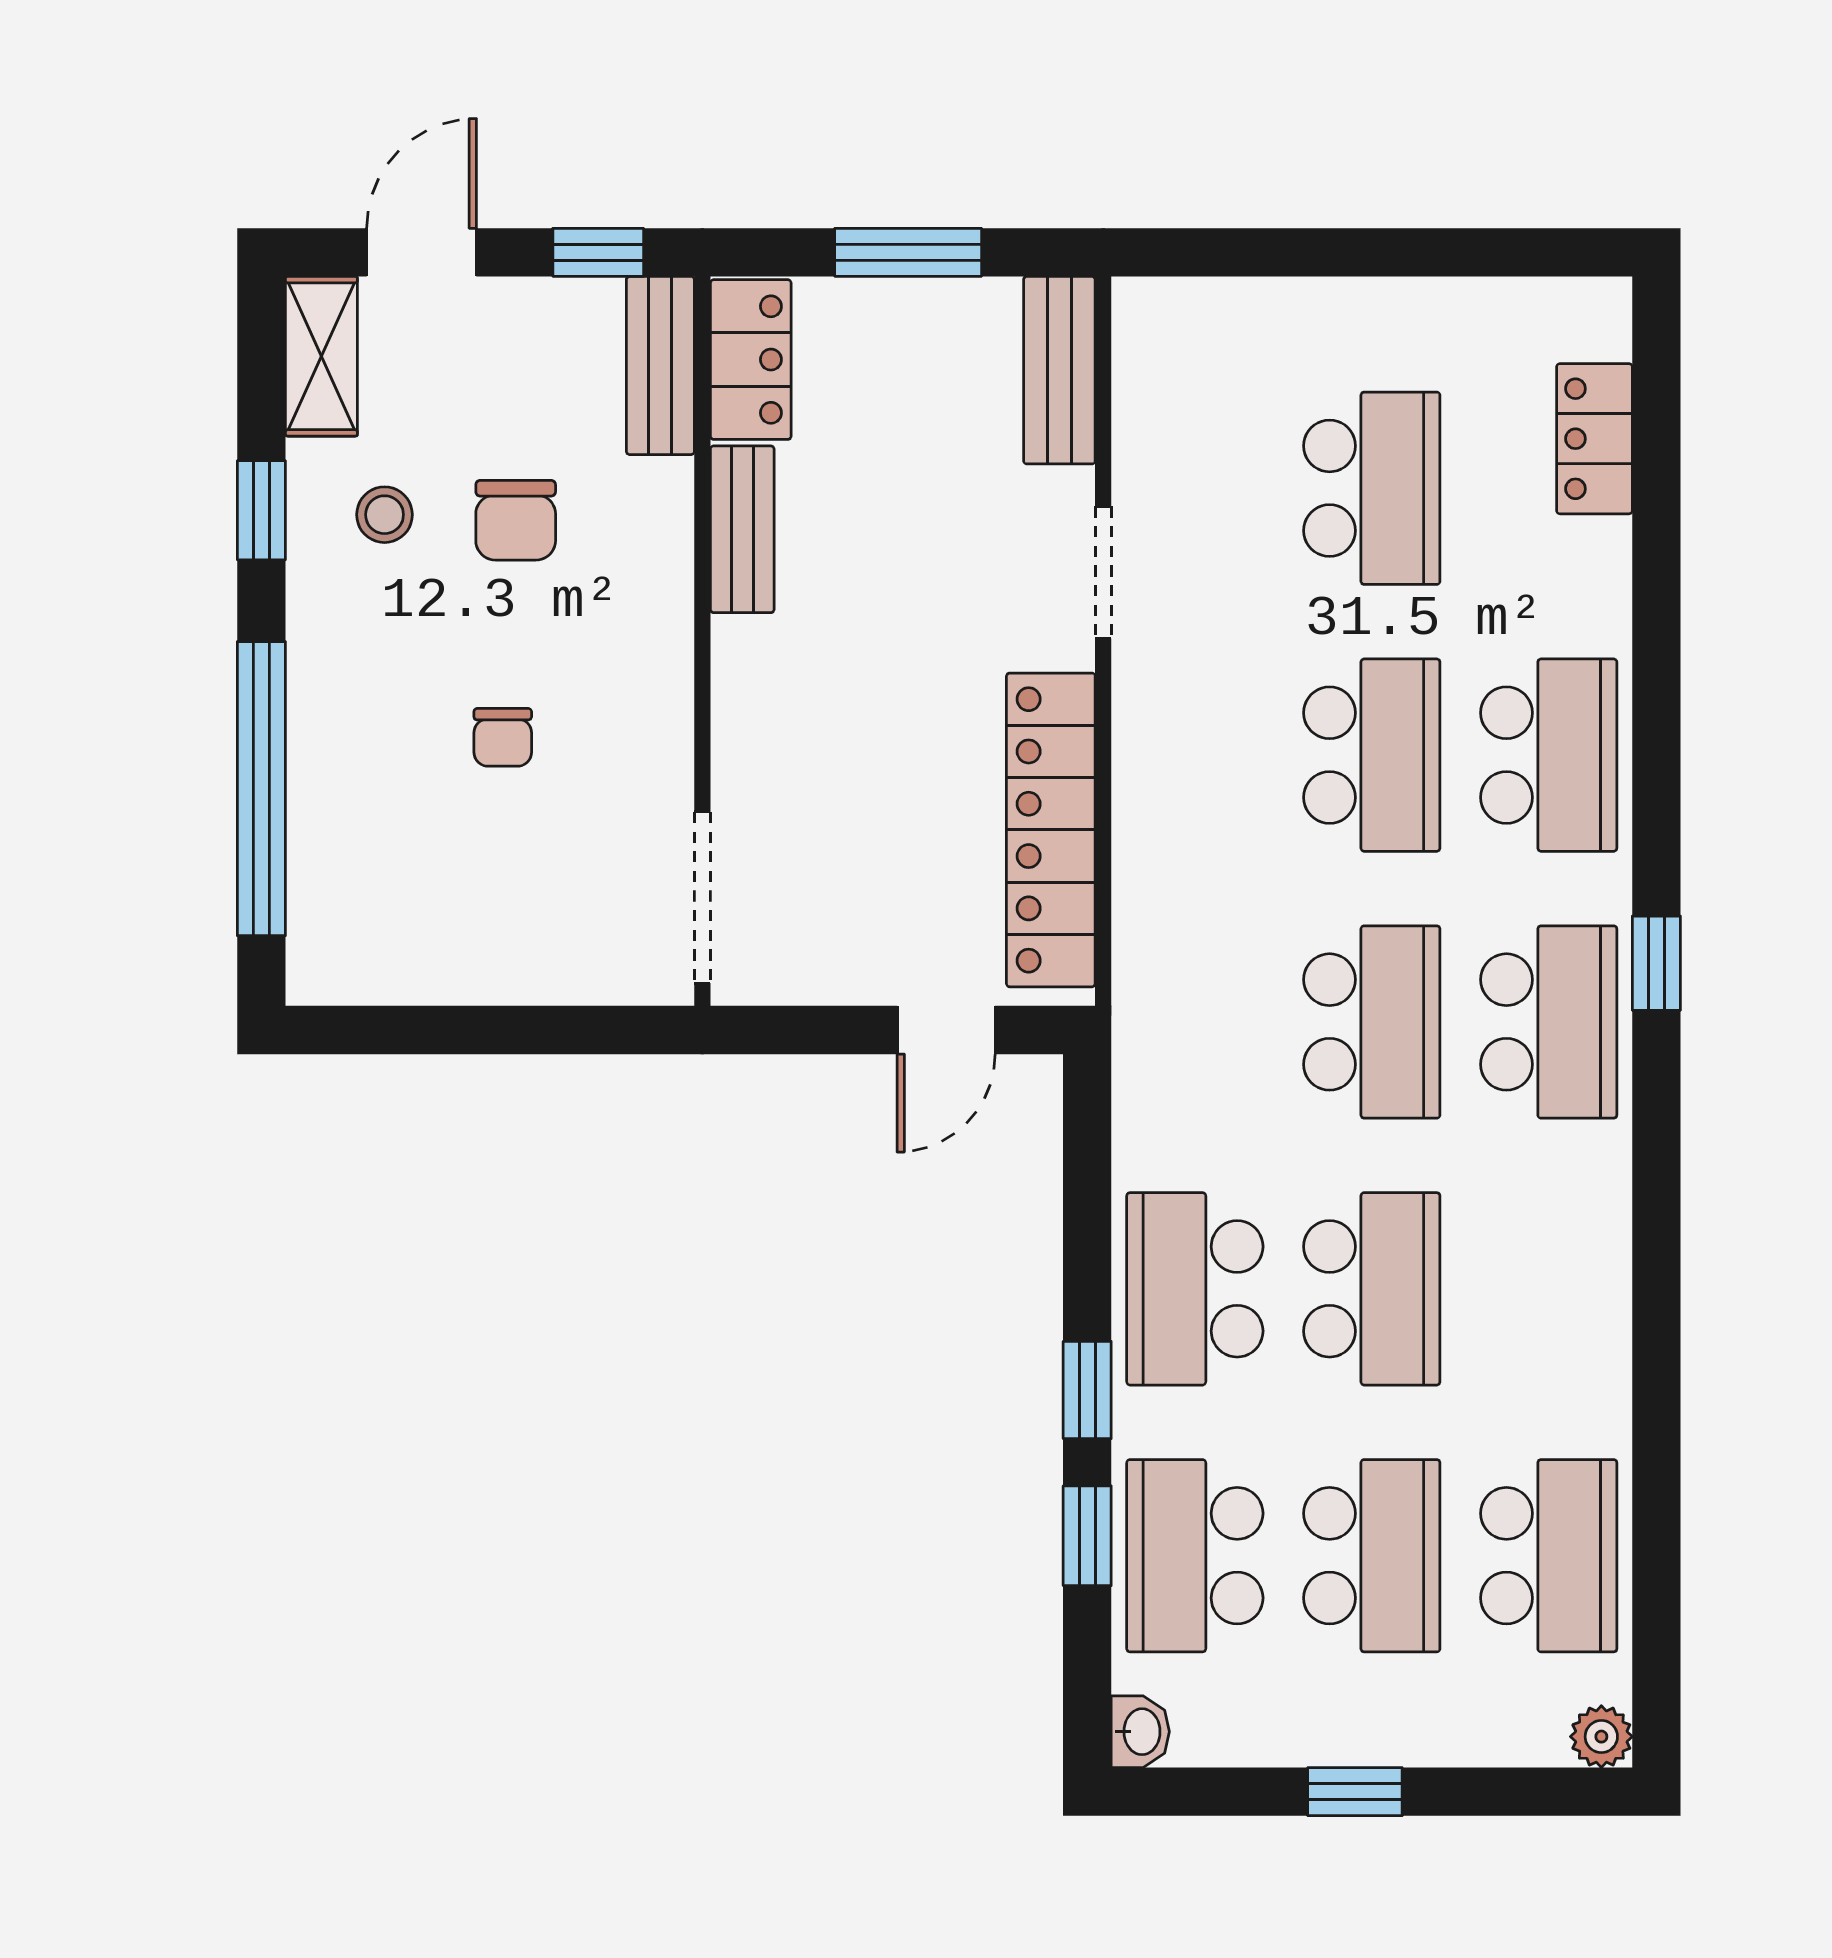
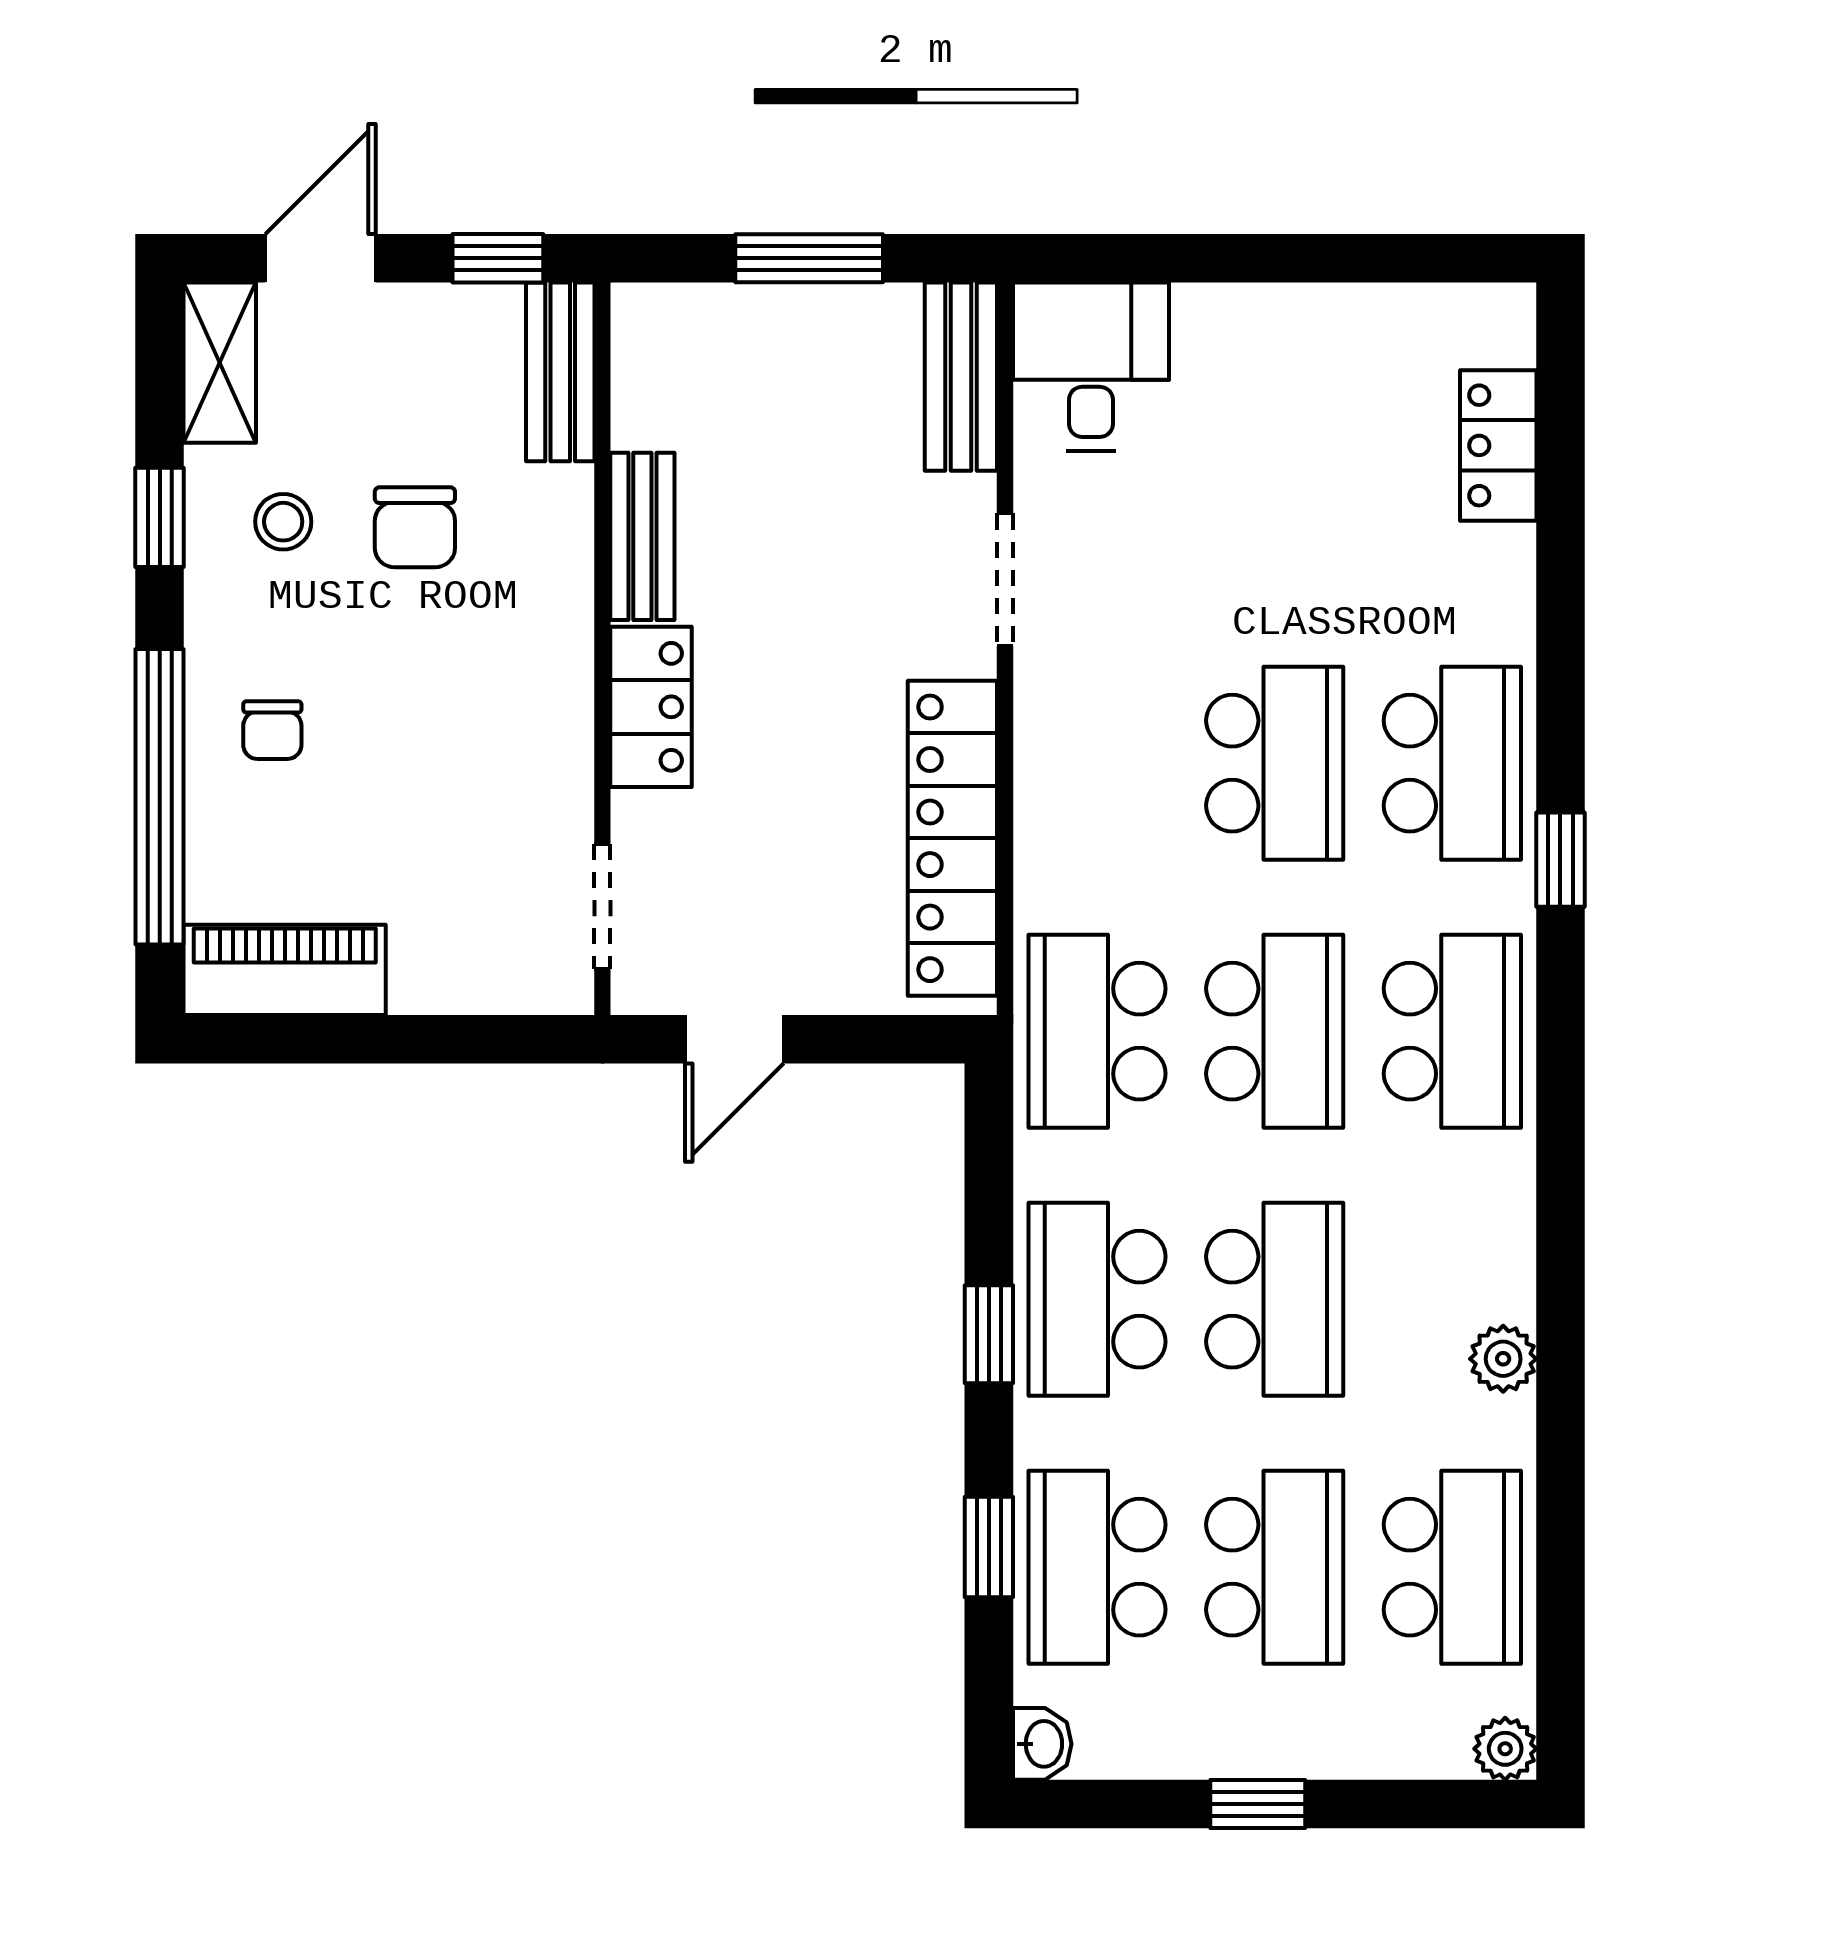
locker: (751, 360) -> (651, 707), moved
desk: (1189, 360) -> (1091, 366), added
school desk: (1372, 488) -> (1097, 1031), moved, turned 180
chair: (503, 737) -> (272, 730), moved
doorway: (702, 898) -> (602, 906), width x0.73
piano: (386, 961) -> (285, 970), added
window: (1656, 963) -> (1560, 860), moved
door: (946, 1030) -> (734, 1039), moved
plant: (1599, 1348) -> (1503, 1359), added
window: (1087, 1390) -> (989, 1334), moved

